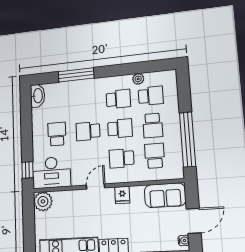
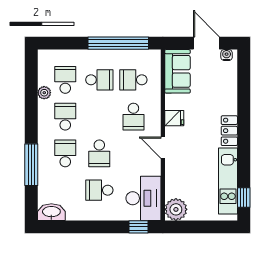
school desk: (120, 128) -> (65, 153), moved

